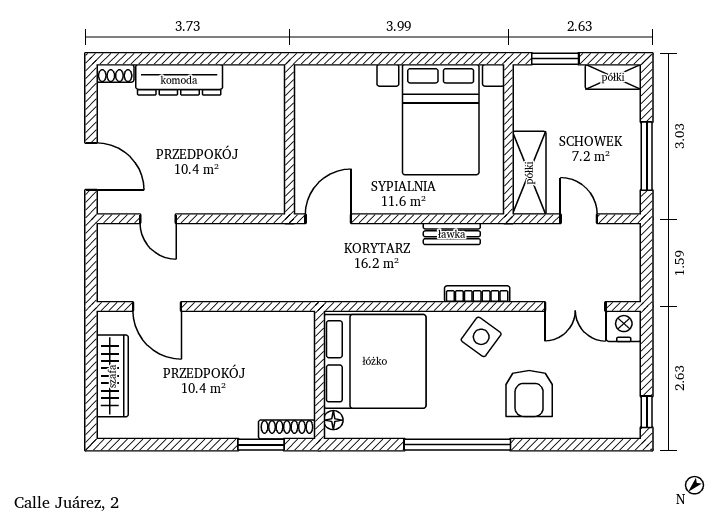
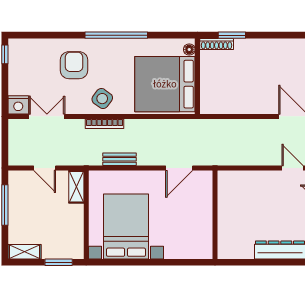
shelving: (529, 173) -> (76, 187), width x0.67, depth x0.75
door: (328, 219) -> (179, 168), moved

